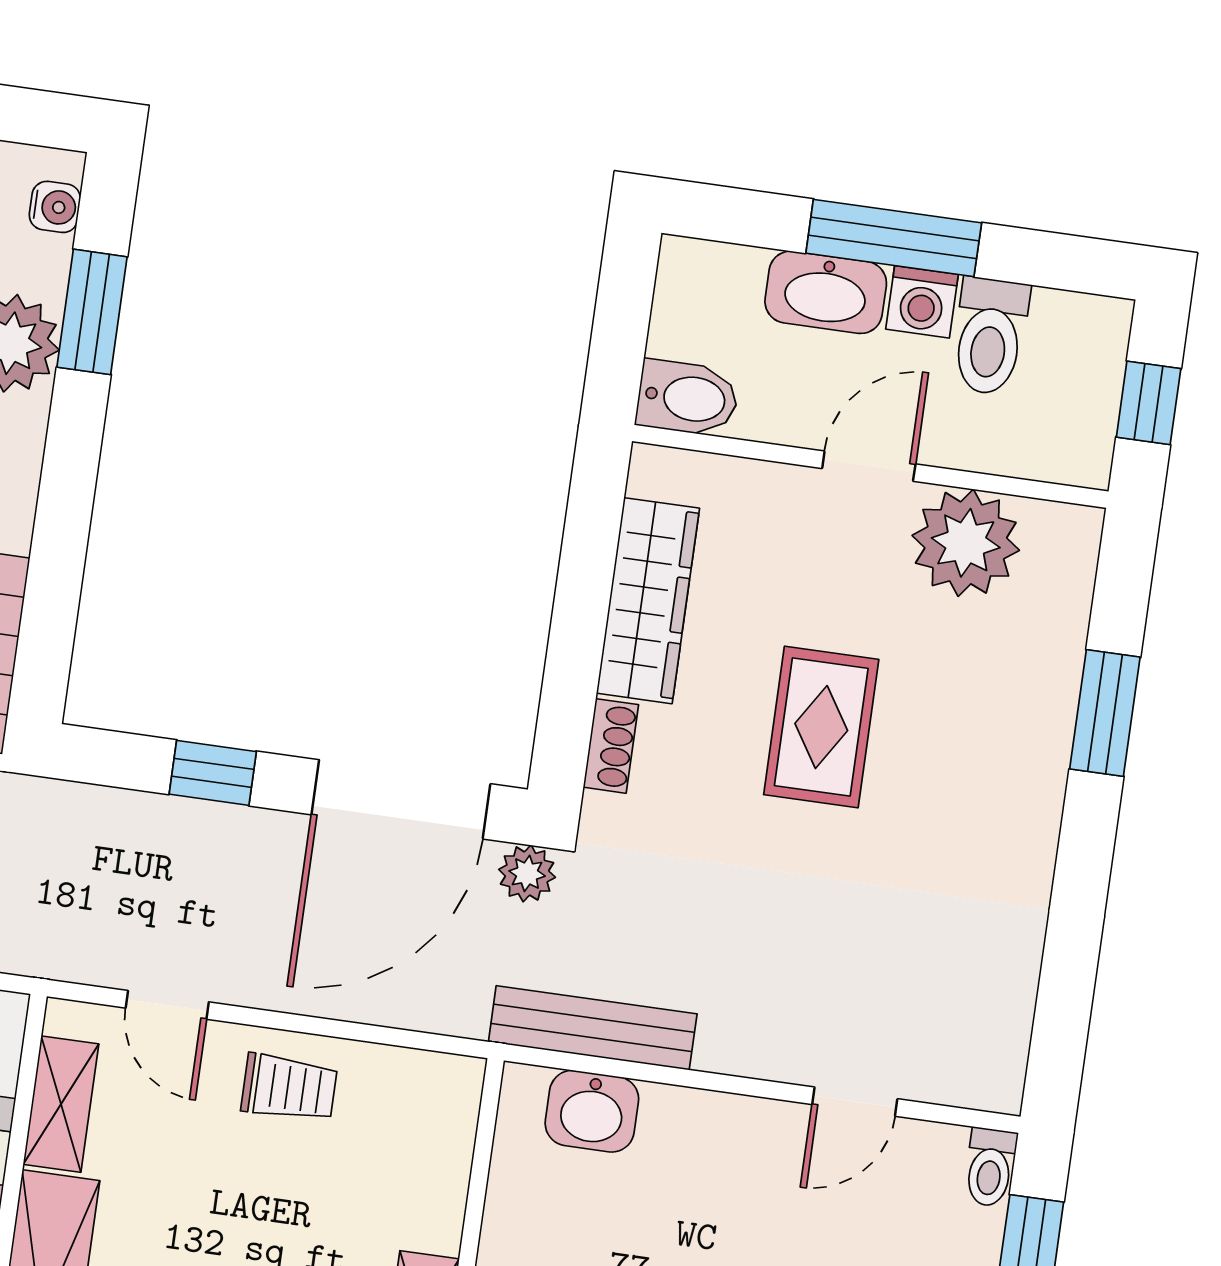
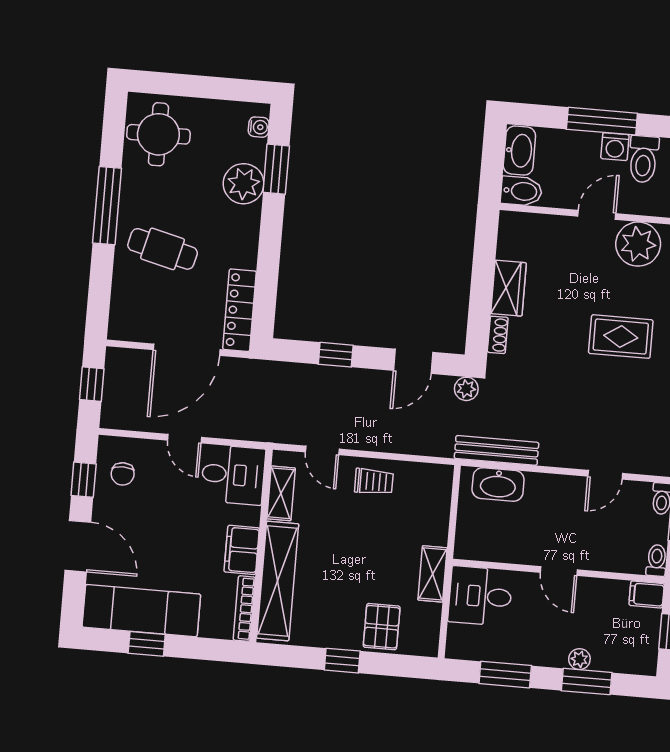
washbasin: (826, 292) -> (519, 151), moved, turned -90
wardrobe: (648, 601) -> (508, 288), width x0.67
rug: (821, 727) -> (621, 337), moved, turned 90
door: (401, 799) -> (413, 361), width x0.53
washbasin: (592, 1111) -> (498, 484), width x1.38

